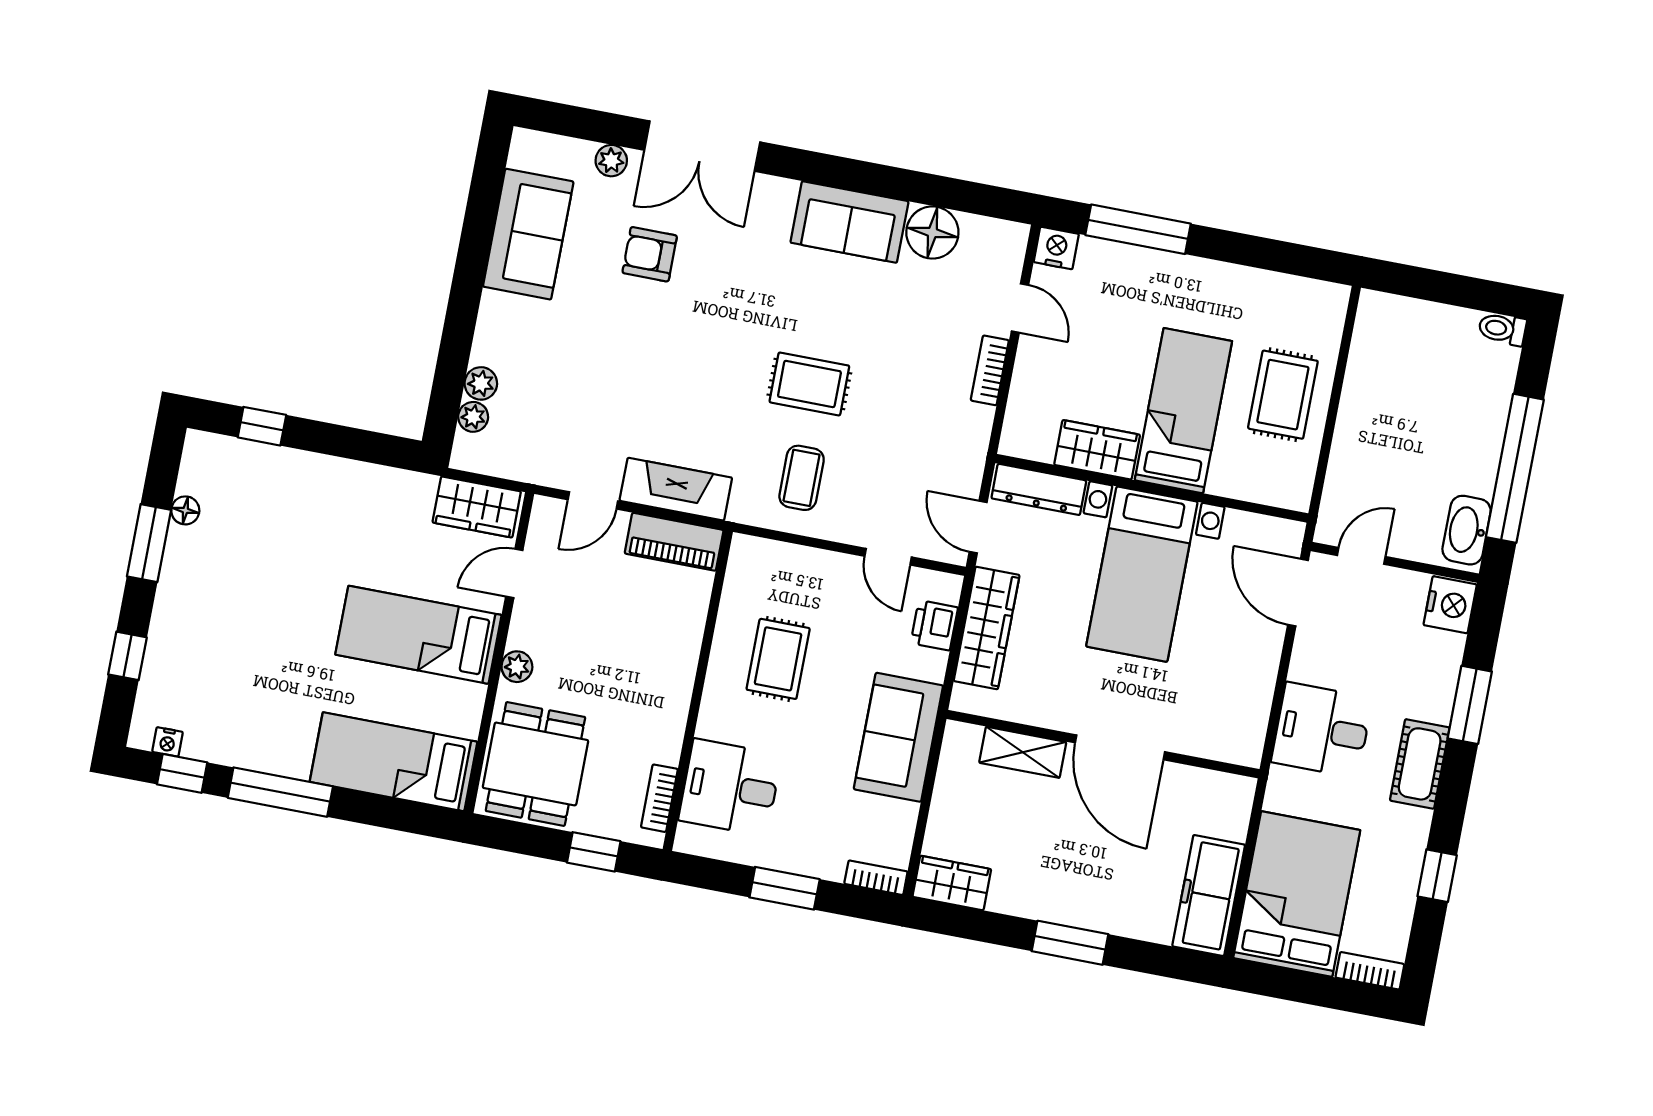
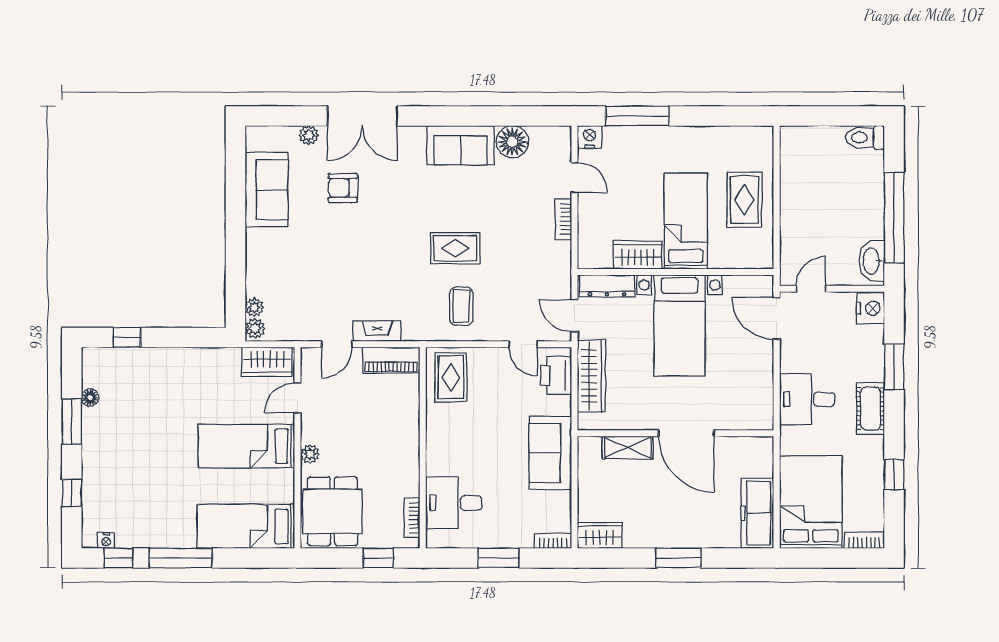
toilet: (1502, 329) -> (865, 138), width x1.37, depth x1.39
plant: (481, 383) -> (255, 329), moved
fireplace: (676, 489) -> (377, 331), width x0.73, depth x0.76
printer: (934, 625) -> (556, 376), width x1.36, depth x1.24
rug: (778, 659) -> (451, 377), moved

